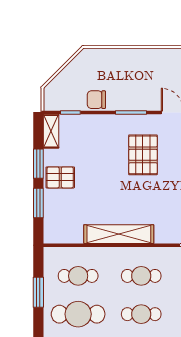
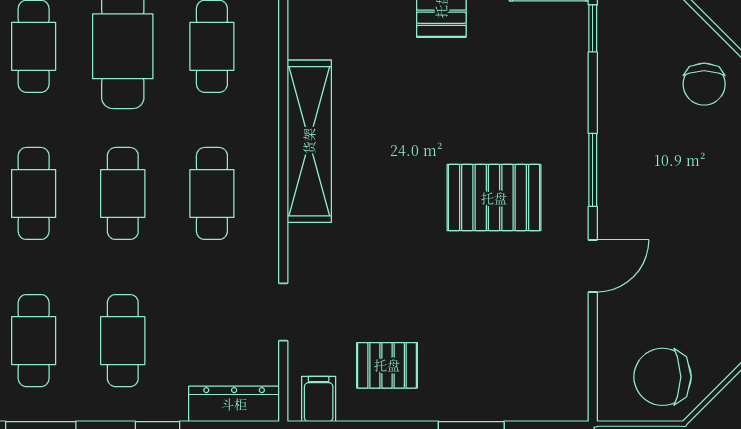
chair: (96, 100) -> (704, 84), moved, turned 180

